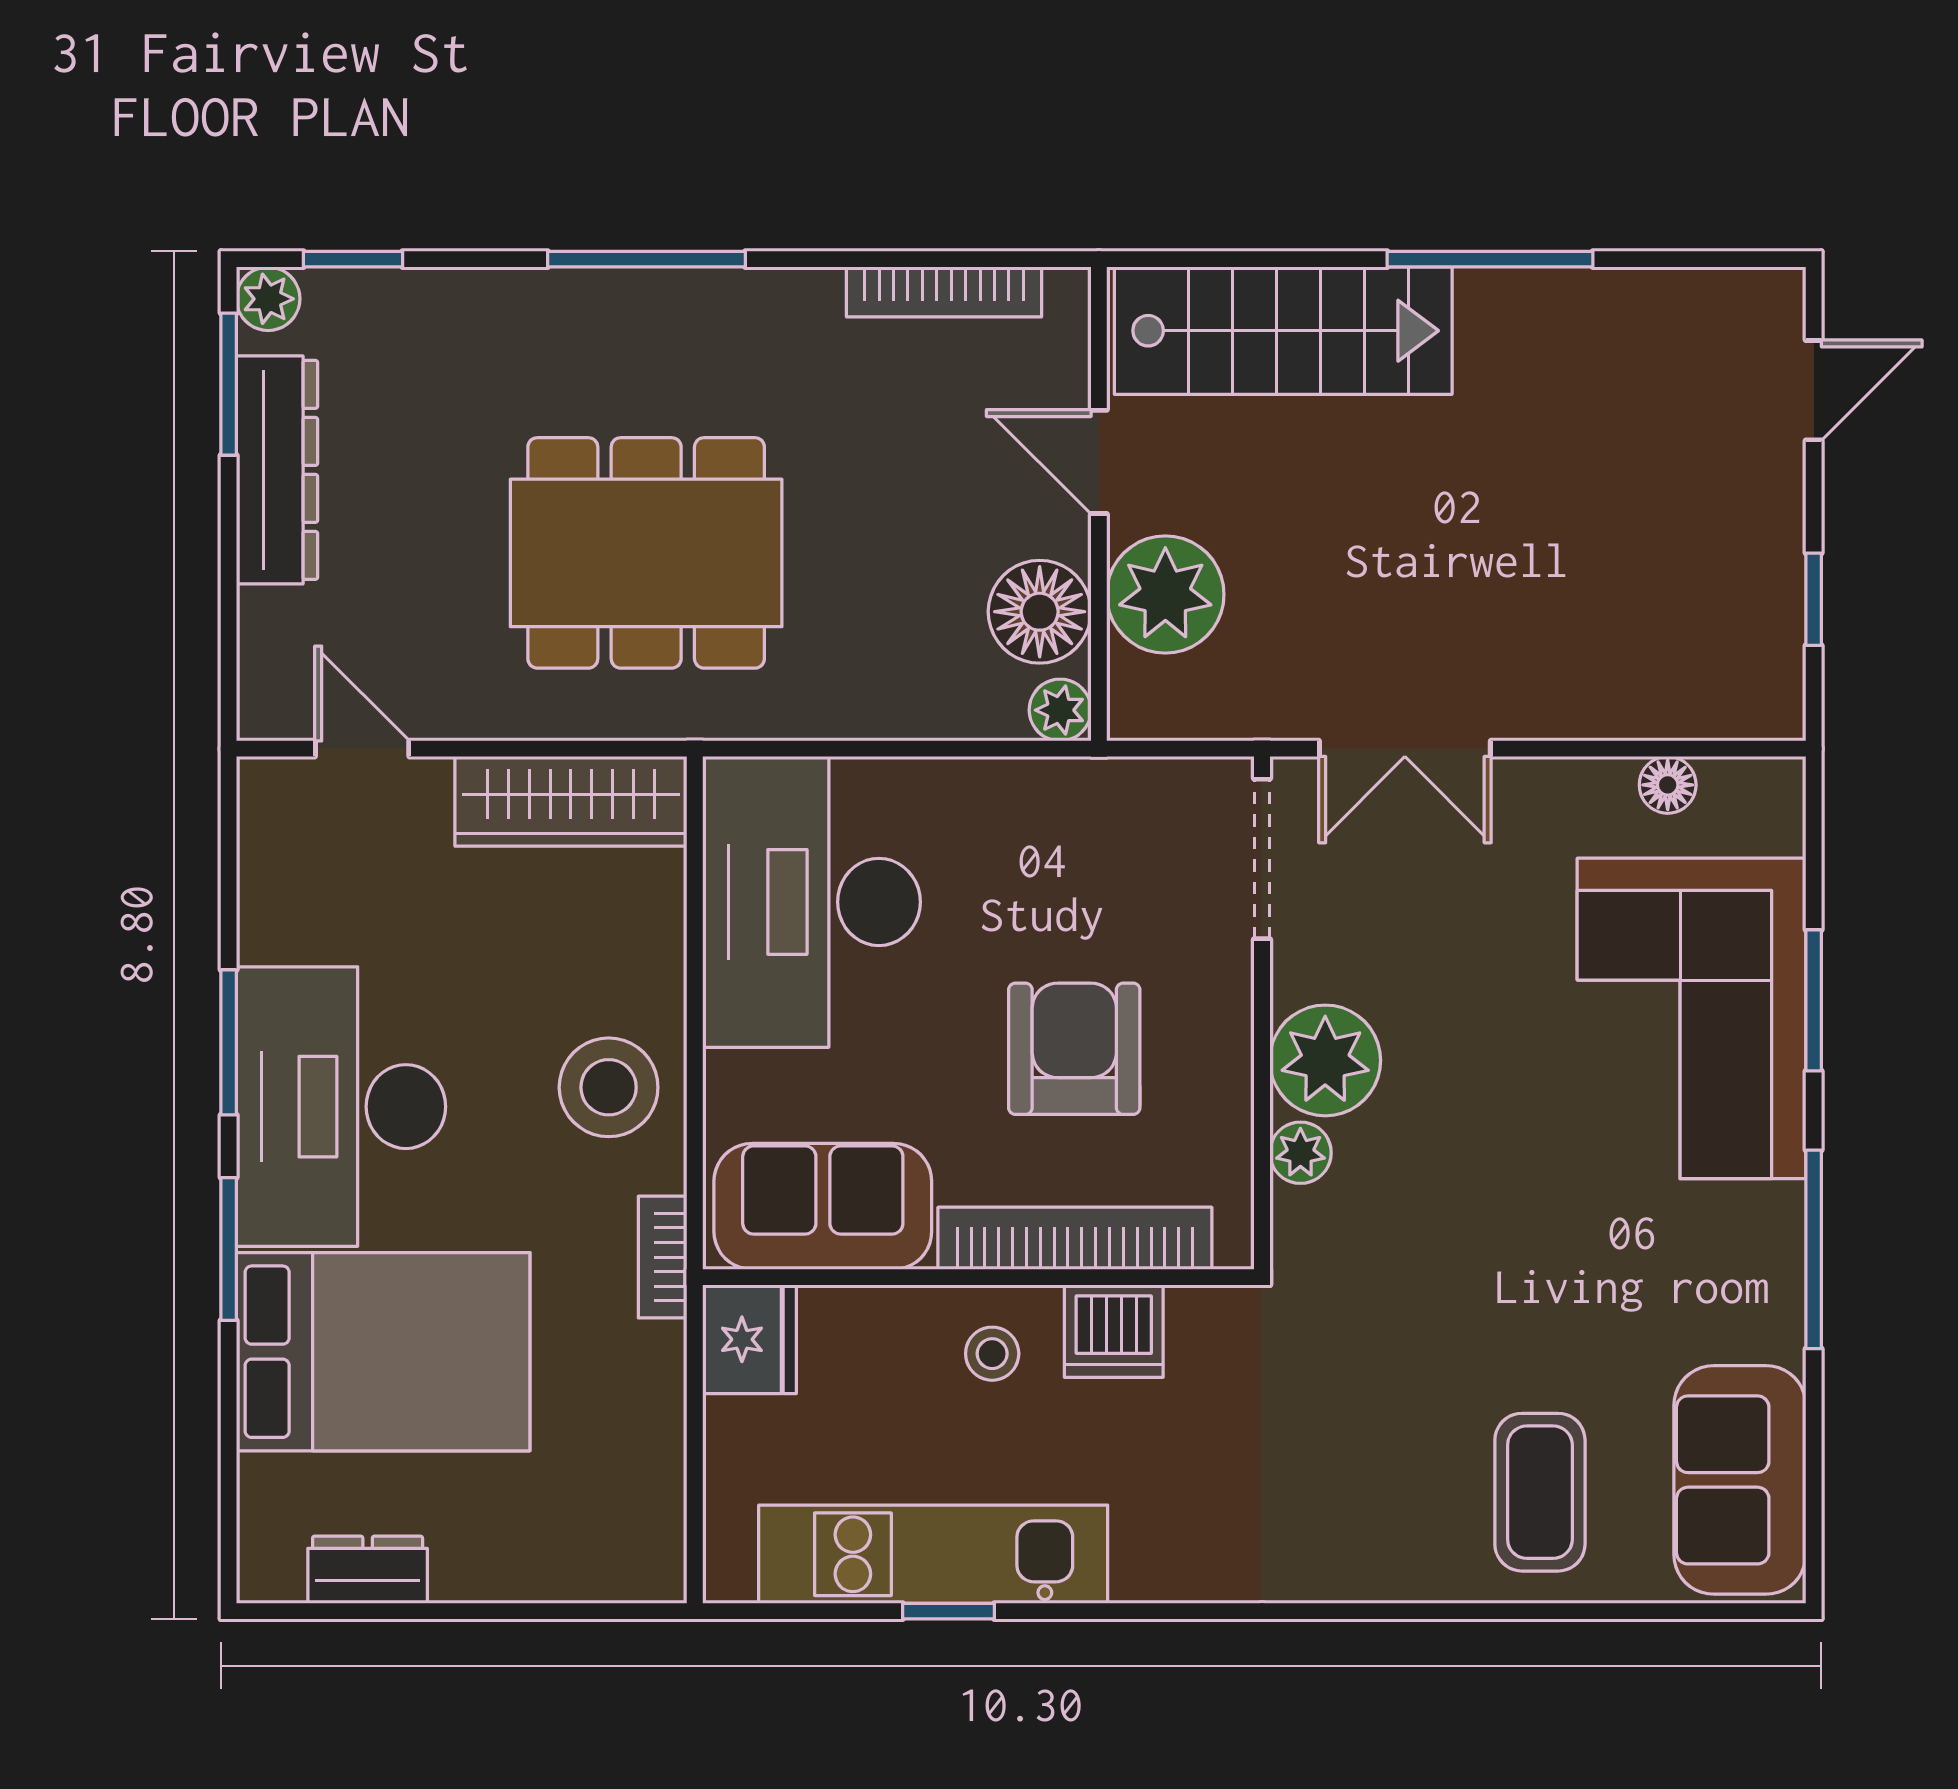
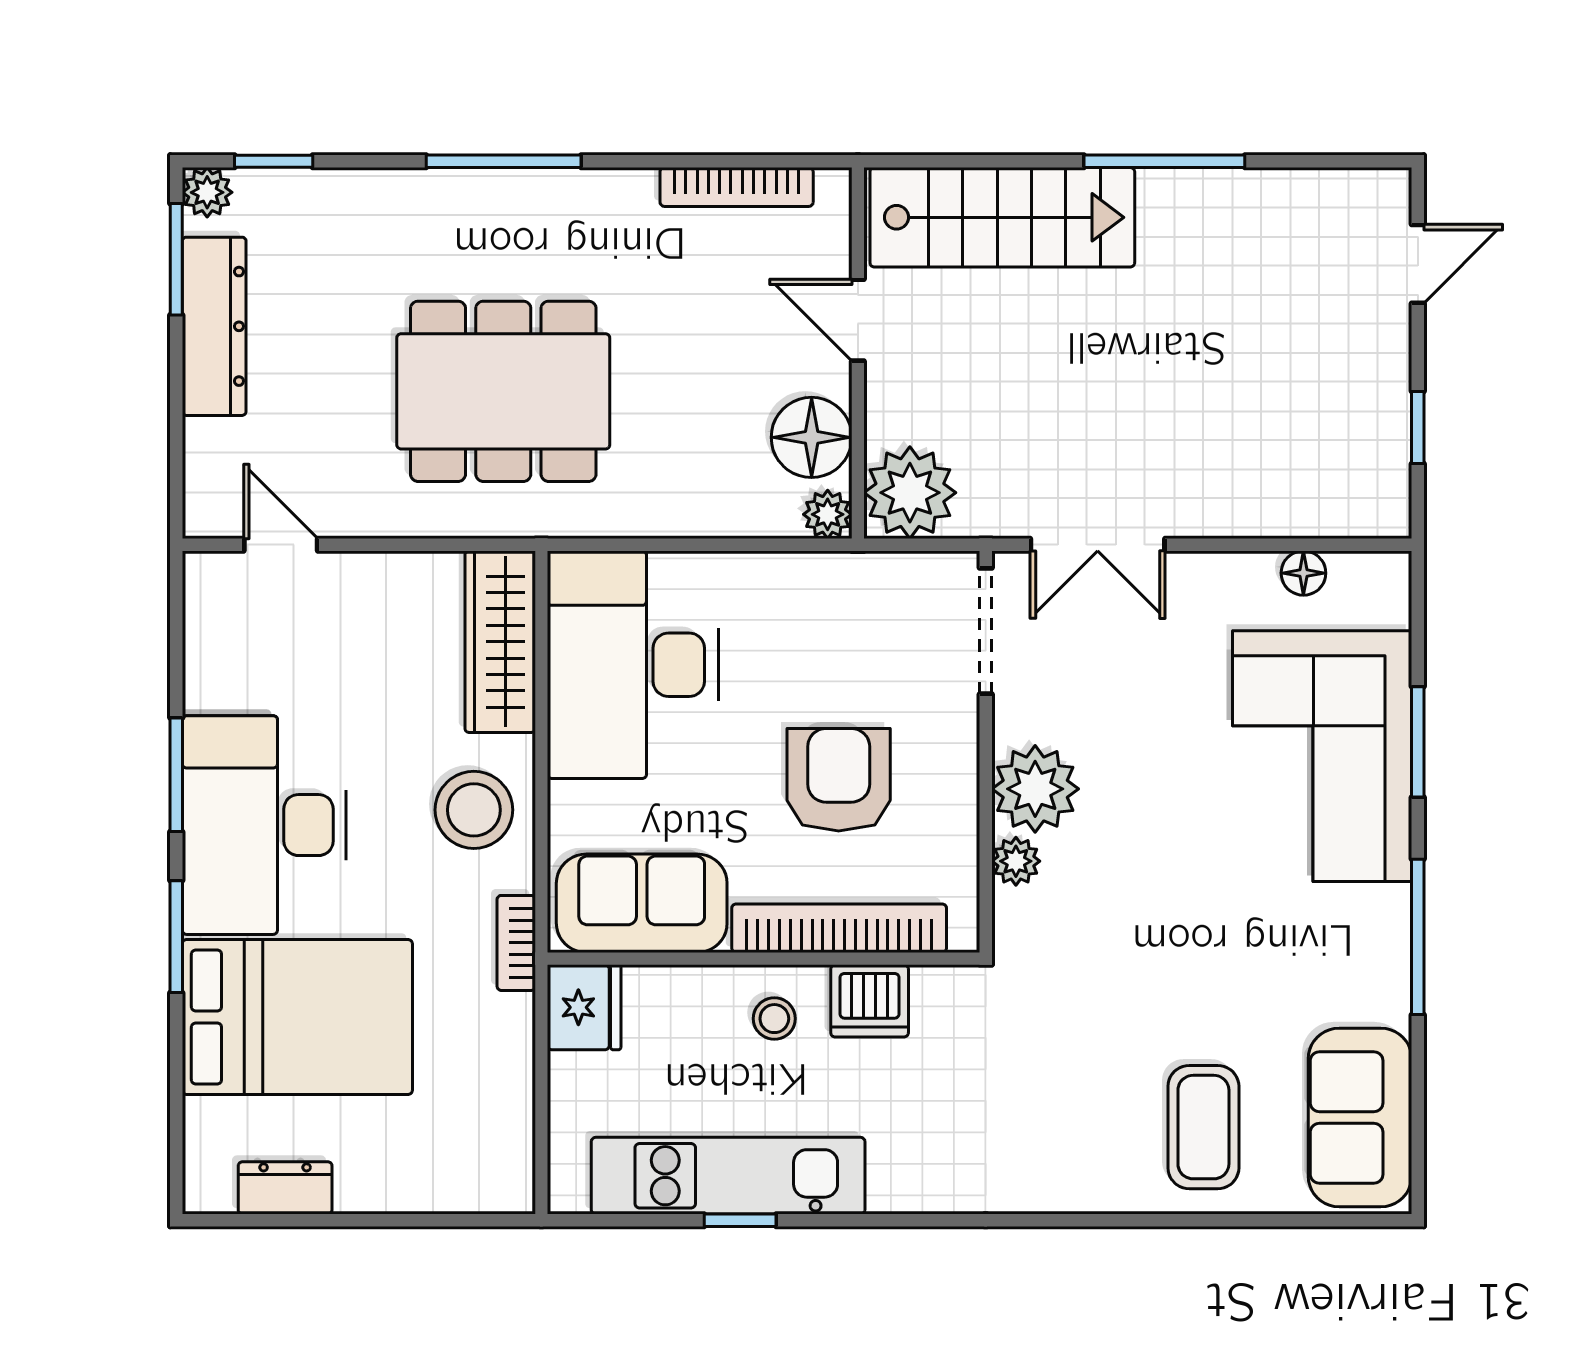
plant: (1165, 594) -> (910, 493), moved
wardrobe: (571, 801) -> (500, 642), moved, turned 90

